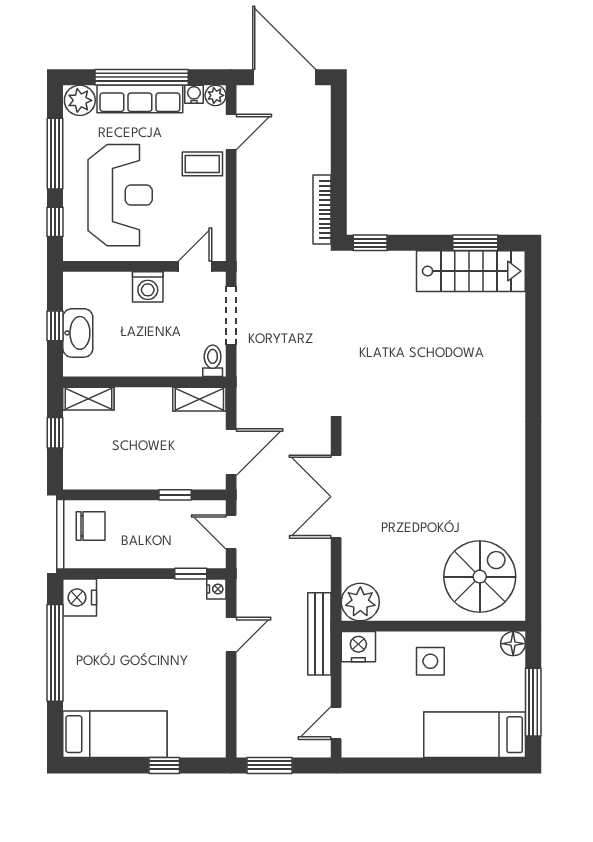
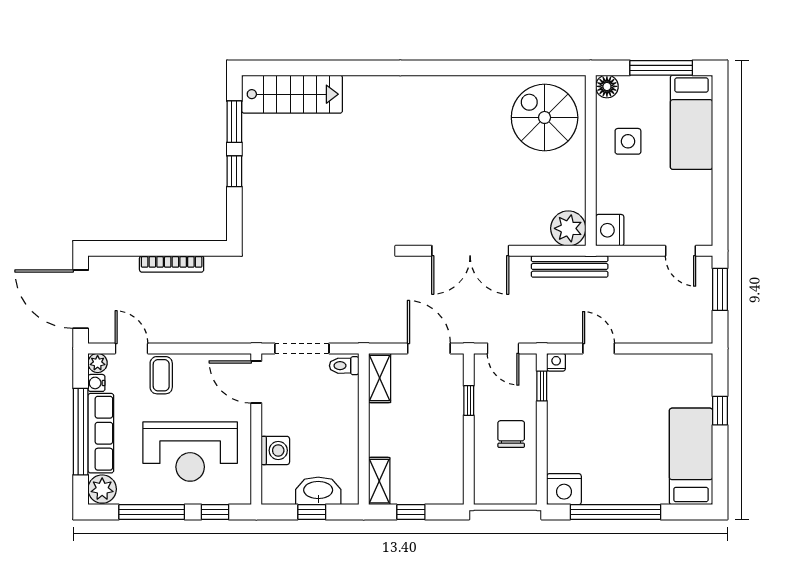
door: (284, 77) -> (81, 299), hinge flipped
reception desk: (120, 195) -> (190, 452), turned 180
bookcase: (322, 210) -> (172, 264), moved
window: (370, 243) -> (234, 171), moved
door: (195, 266) -> (256, 382), width x1.38
stairs: (471, 271) -> (292, 94), moved, turned 90
washing machine: (148, 287) -> (275, 450), moved
chair: (91, 526) -> (511, 434), moved
door: (231, 532) -> (503, 348), hinge flipped
bench: (319, 634) -> (570, 266), moved
side table: (430, 661) -> (628, 141), moved
window: (269, 765) -> (720, 289), moved

